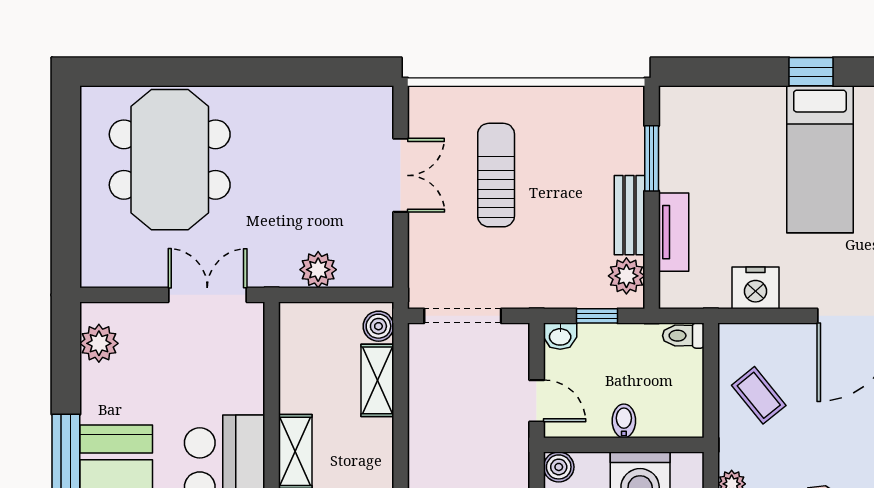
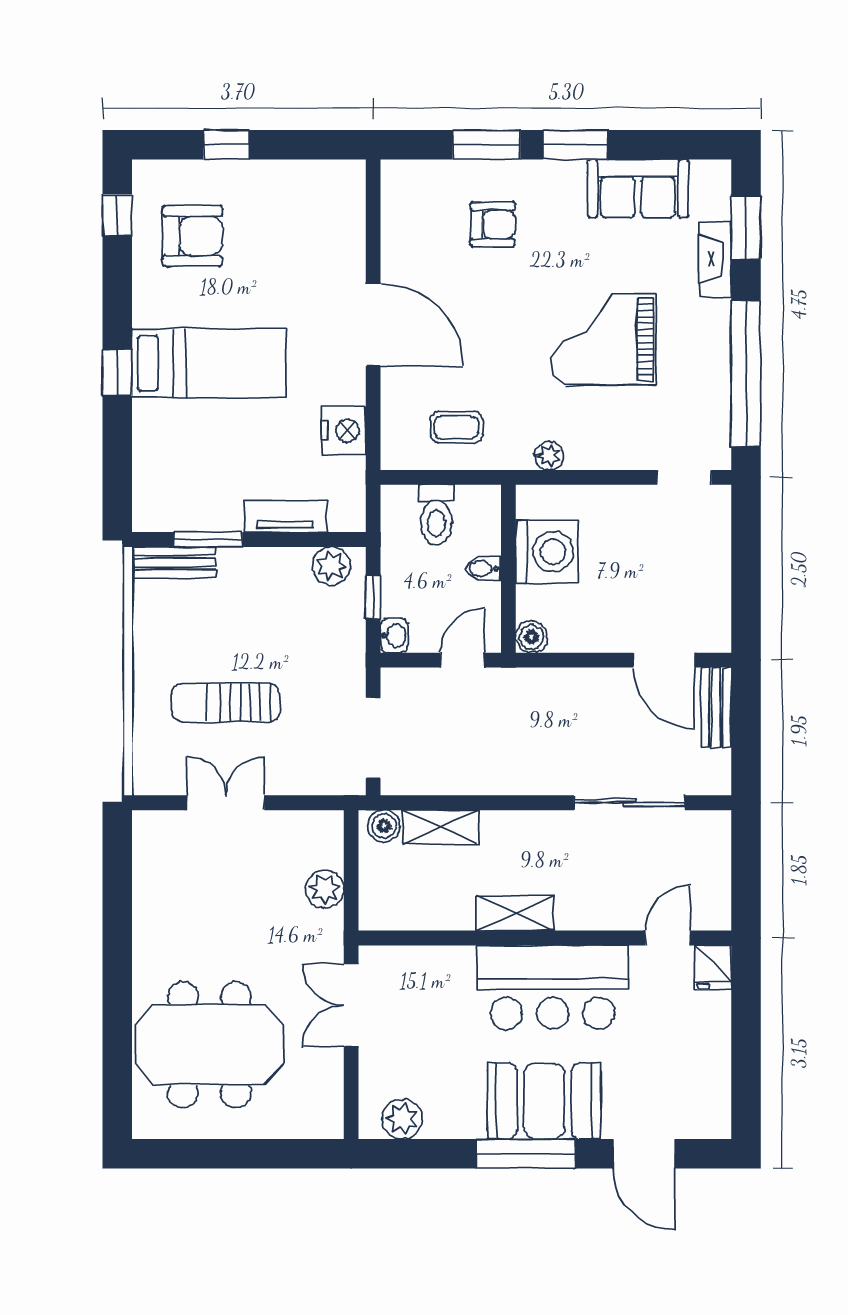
bench: (629, 215) -> (174, 563), moved
toilet: (683, 336) -> (436, 515), moved, width x1.37, depth x1.39
coffee table: (759, 395) -> (456, 427), turned 39

